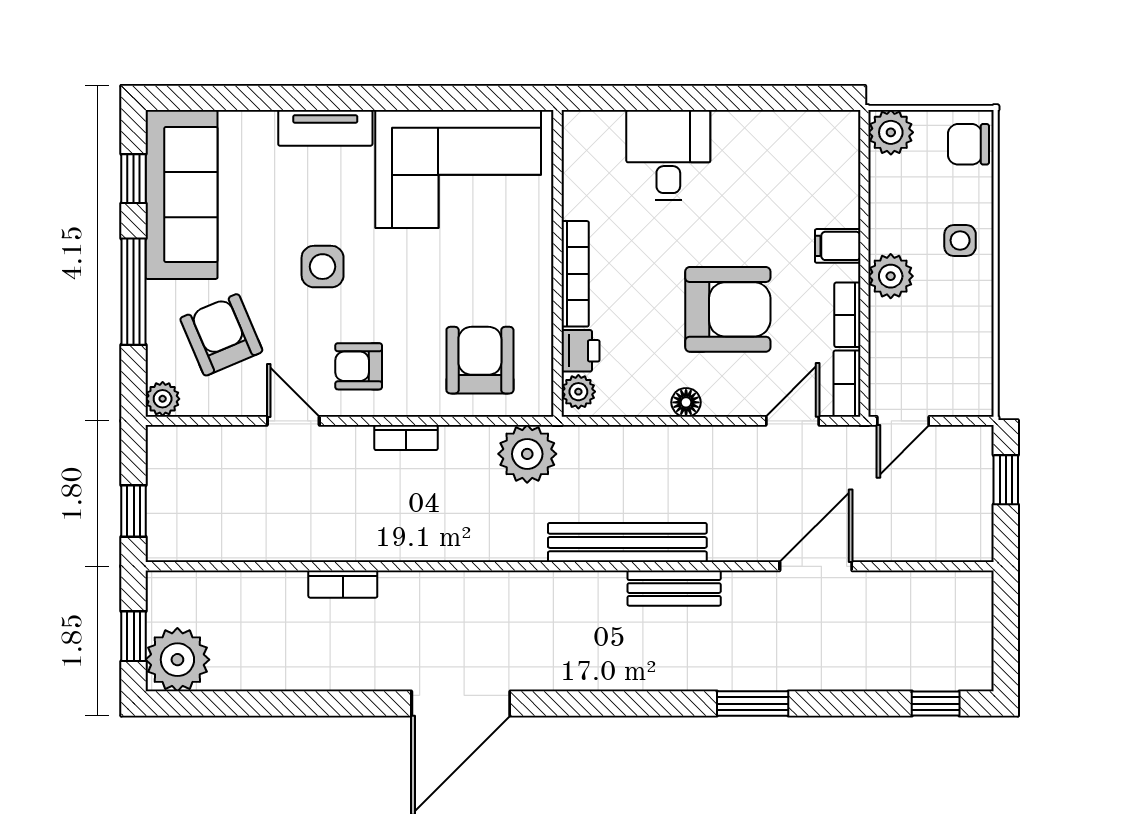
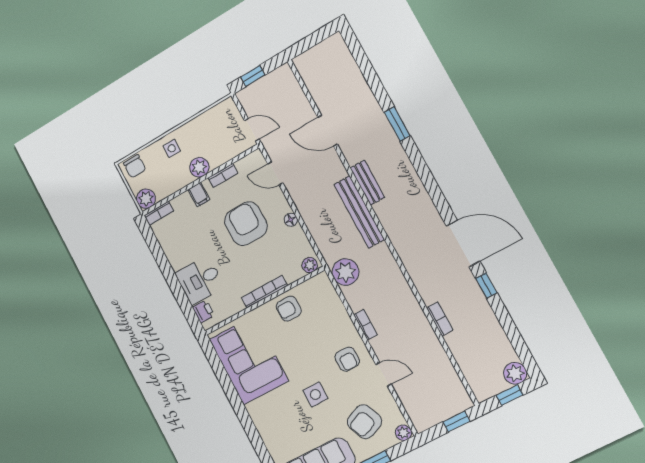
tv unit: (325, 128) -> (261, 421), removed
printer: (580, 351) -> (204, 311), moved, turned 90
armchair: (480, 360) -> (289, 309), moved, width x0.72, depth x0.72
bookcase: (847, 384) -> (159, 213), moved
door: (293, 421) -> (383, 374), swing flipped
plant: (177, 660) -> (515, 373), width x0.73, depth x0.73
window: (936, 704) -> (486, 286), moved

